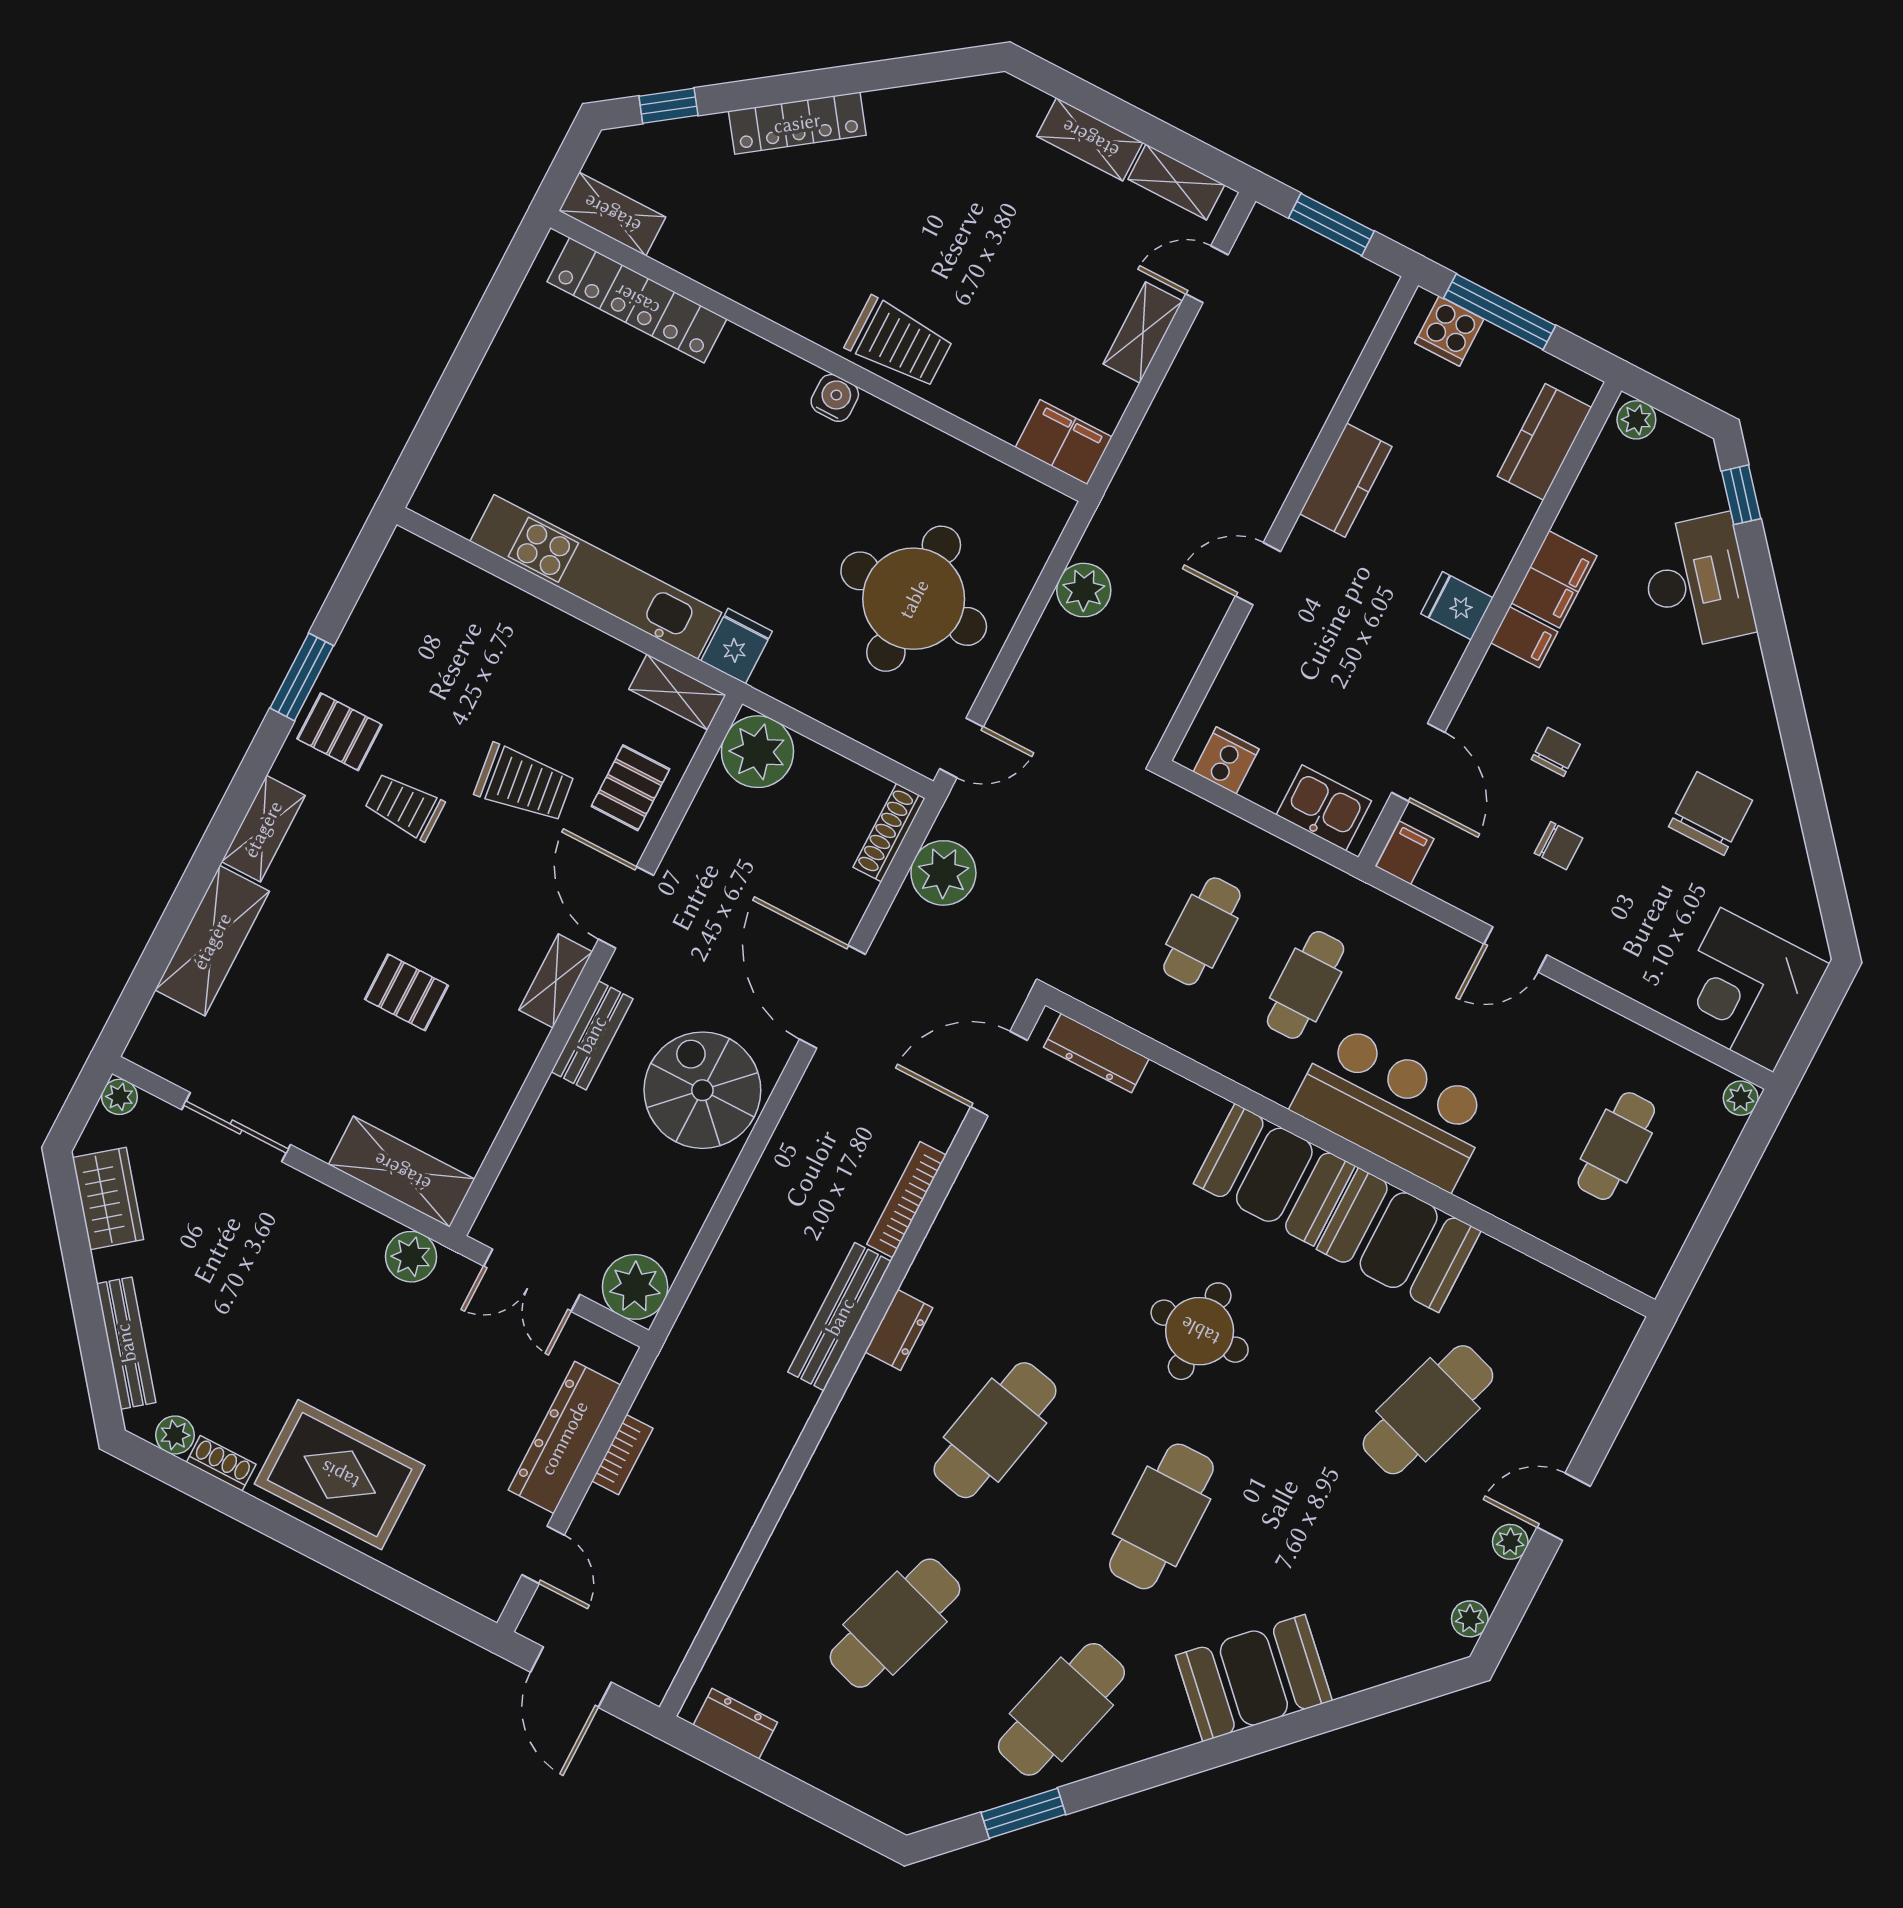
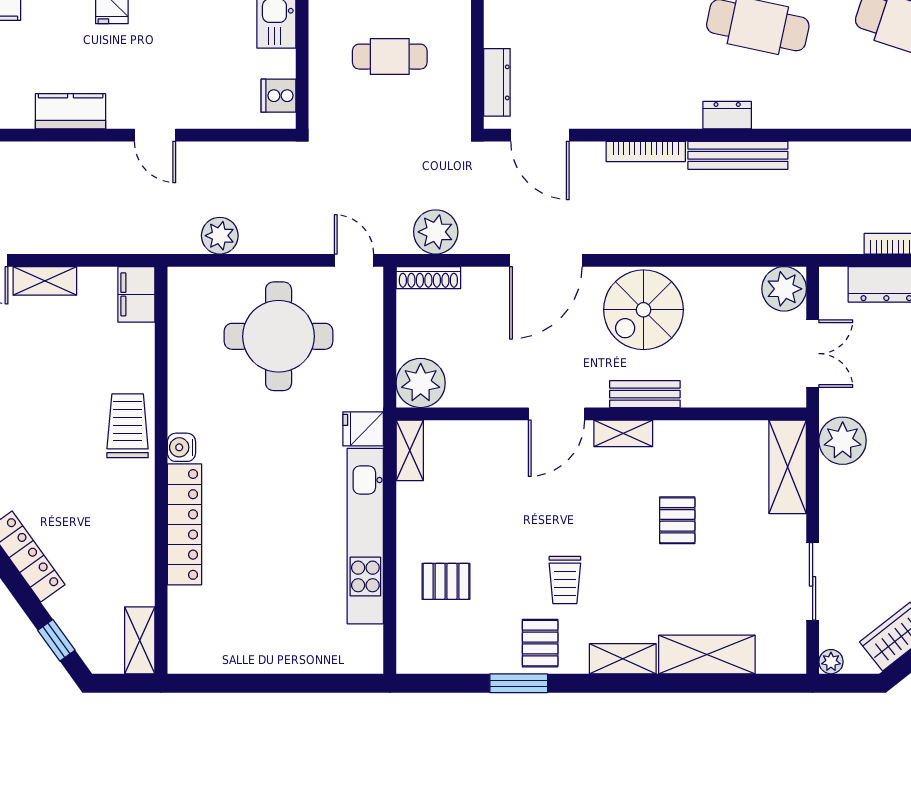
locker: (637, 300) -> (184, 524), moved
trolley: (524, 783) -> (513, 515), removed
pallet: (630, 788) -> (446, 581), moved
plant: (411, 1257) -> (843, 441), width x1.36, depth x1.36

